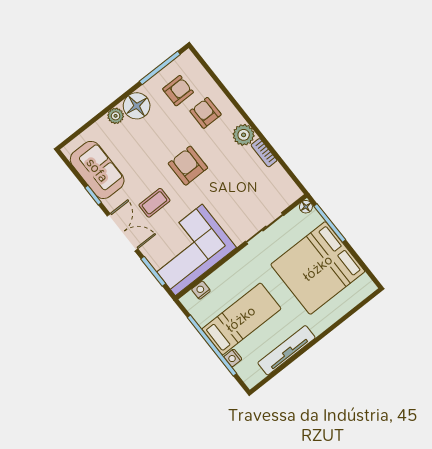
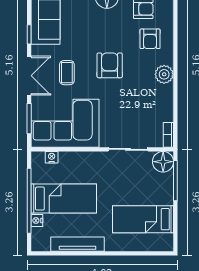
armchair: (206, 113) -> (150, 39), turned 180
bookcase: (264, 153) -> (168, 135), moved
coffee table: (154, 203) -> (67, 73), turned 90
floor lamp: (306, 207) -> (163, 162), width x1.89, depth x1.89
bed: (318, 268) -> (143, 219), width x0.49

